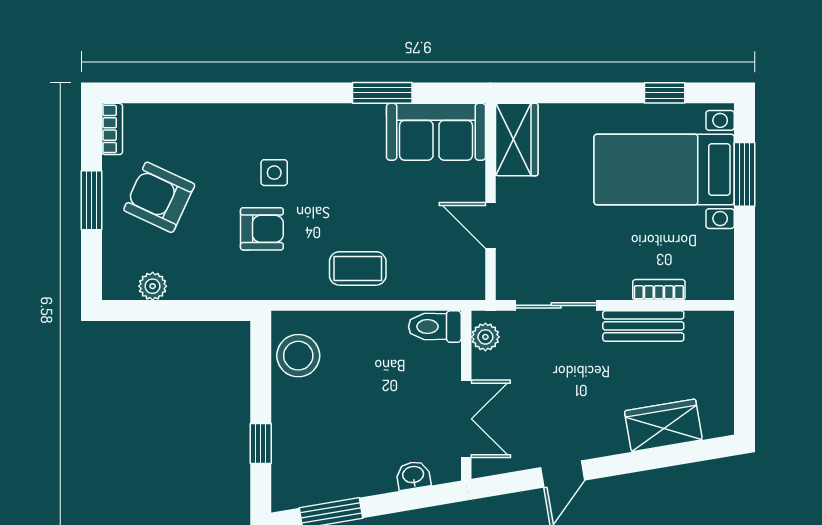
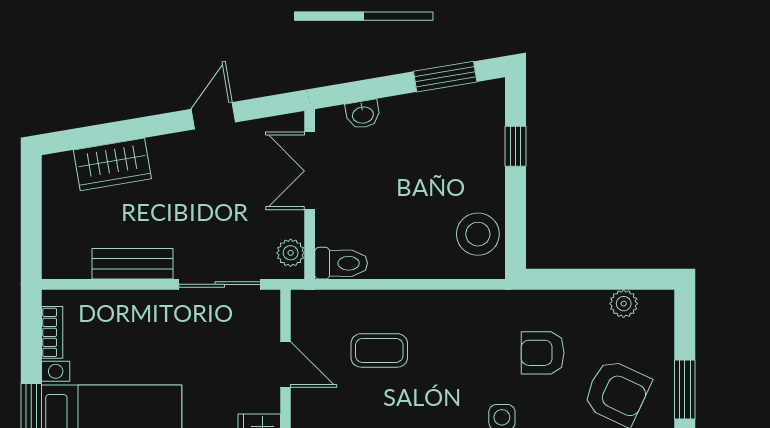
armchair: (262, 229) -> (543, 353), moved
coffee table: (358, 268) -> (379, 350), moved
bookcase: (659, 290) -> (52, 332), moved, turned -90

